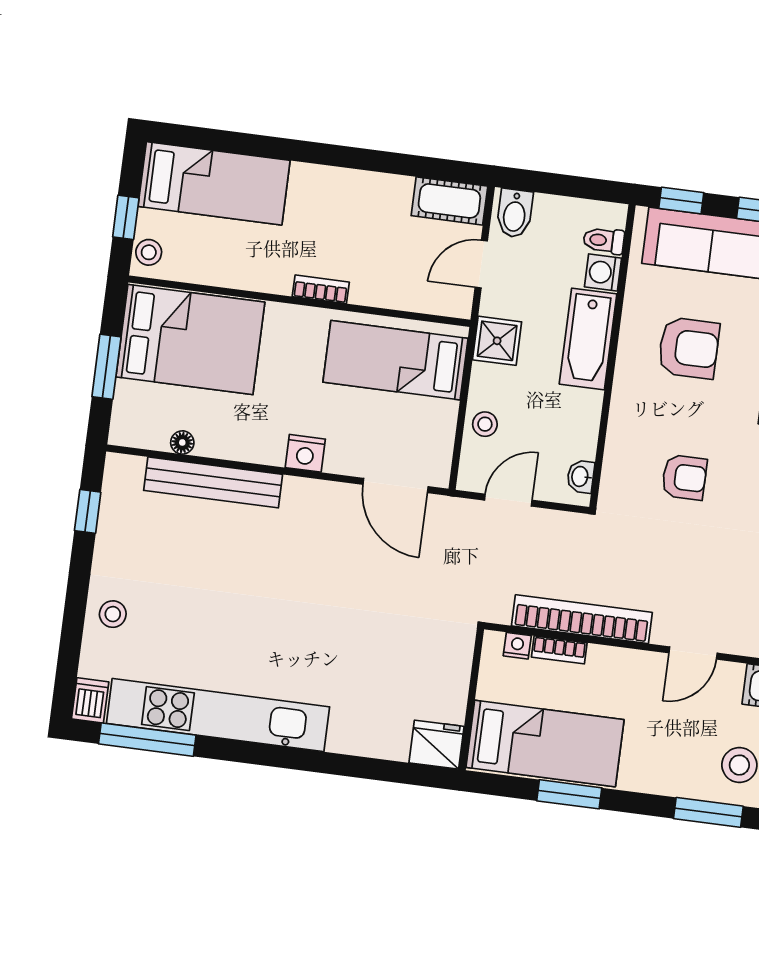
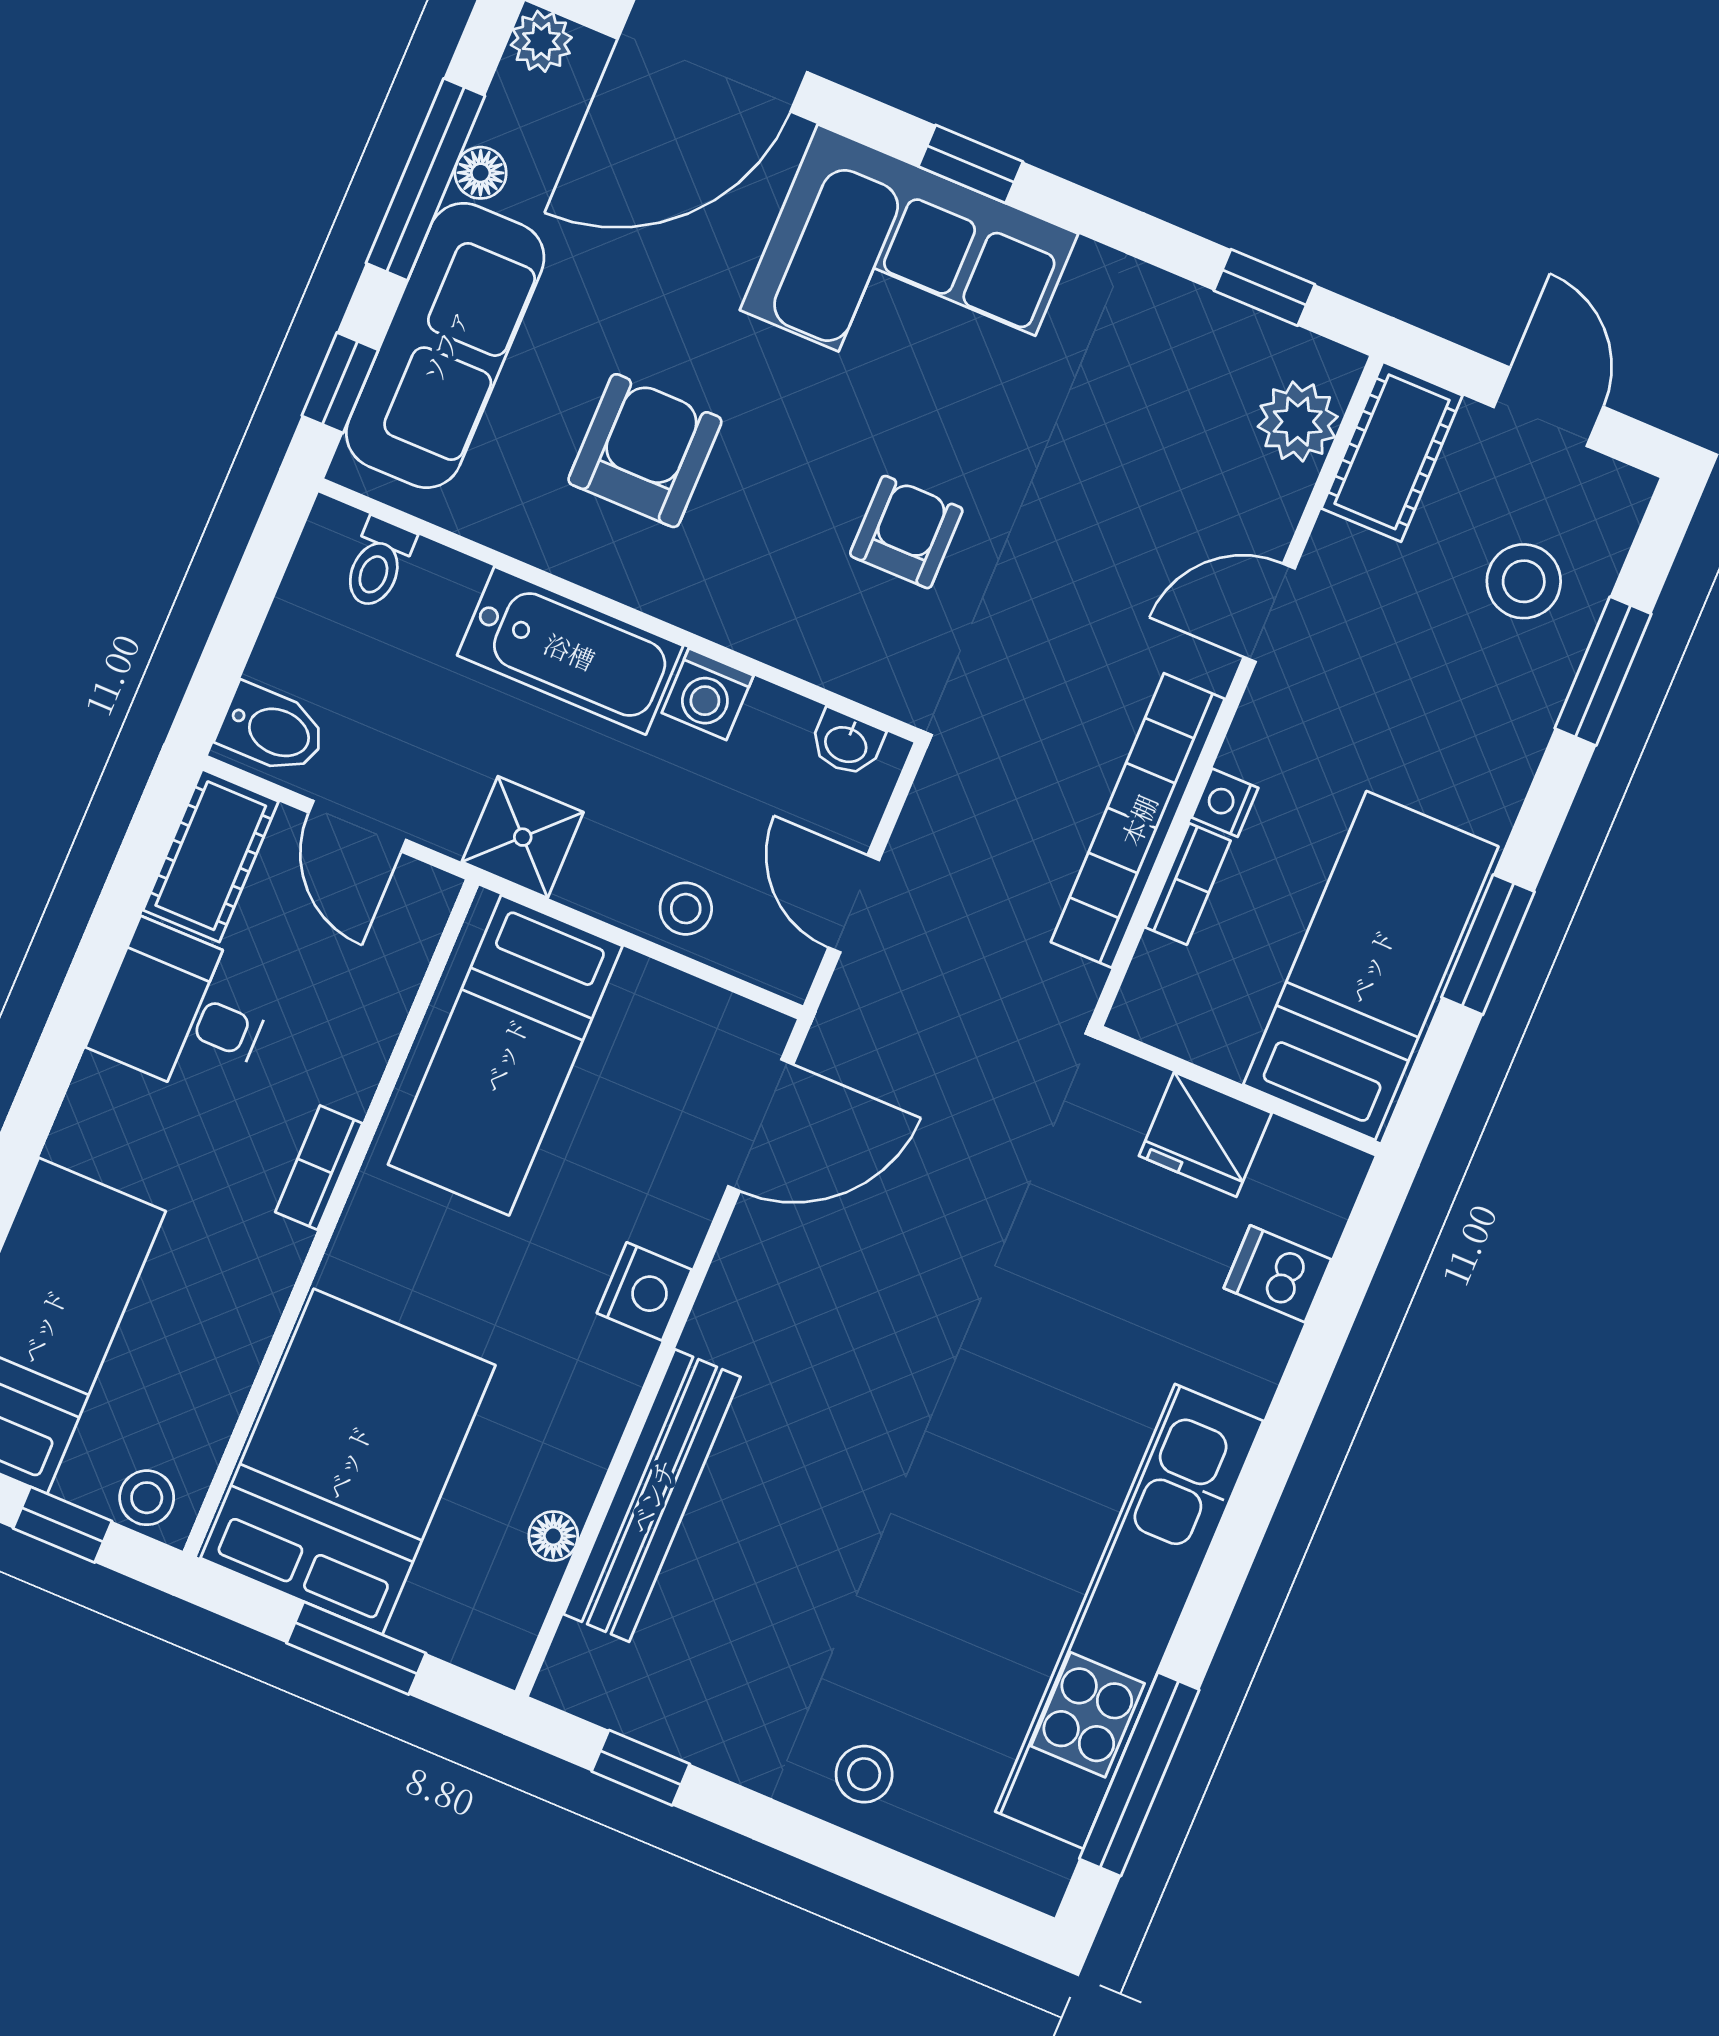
desk: (375, 208) -> (184, 1011), added
washing machine: (603, 272) -> (708, 694), moved
nightstand: (517, 646) -> (1225, 803), moved
door: (693, 653) -> (1269, 613), swing flipped
dishwasher: (90, 700) -> (1277, 1274), moved
fridge: (437, 745) -> (1205, 1134), moved, turned -90

